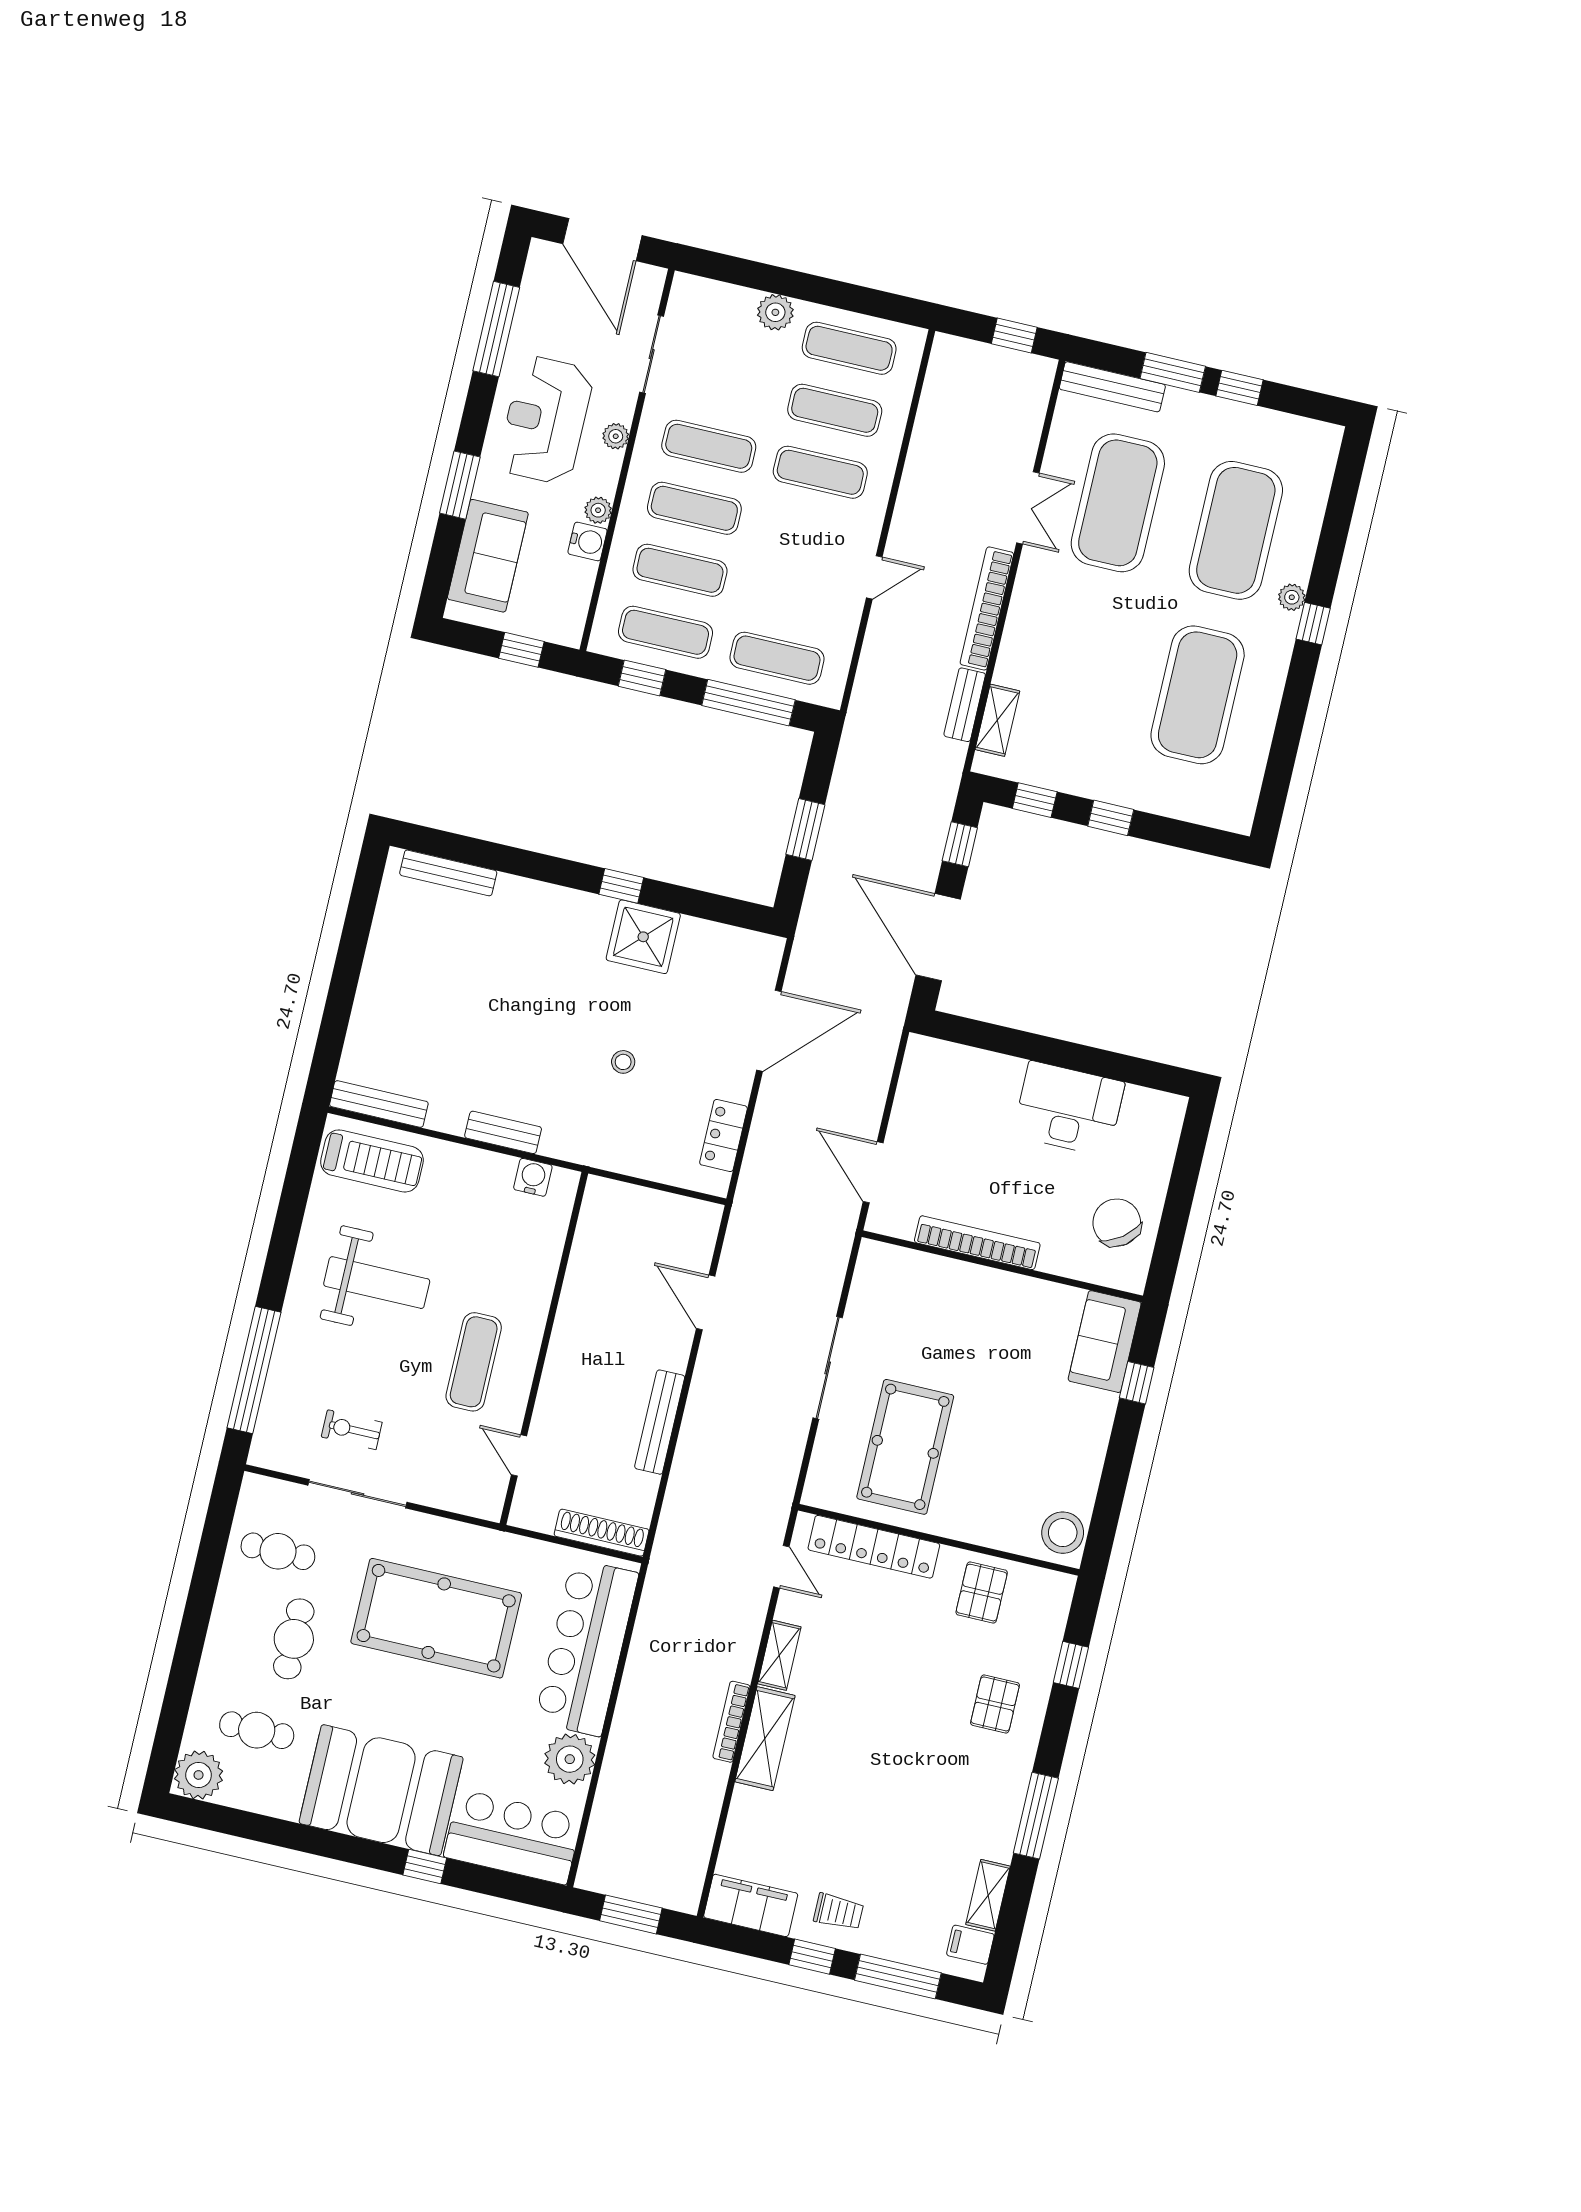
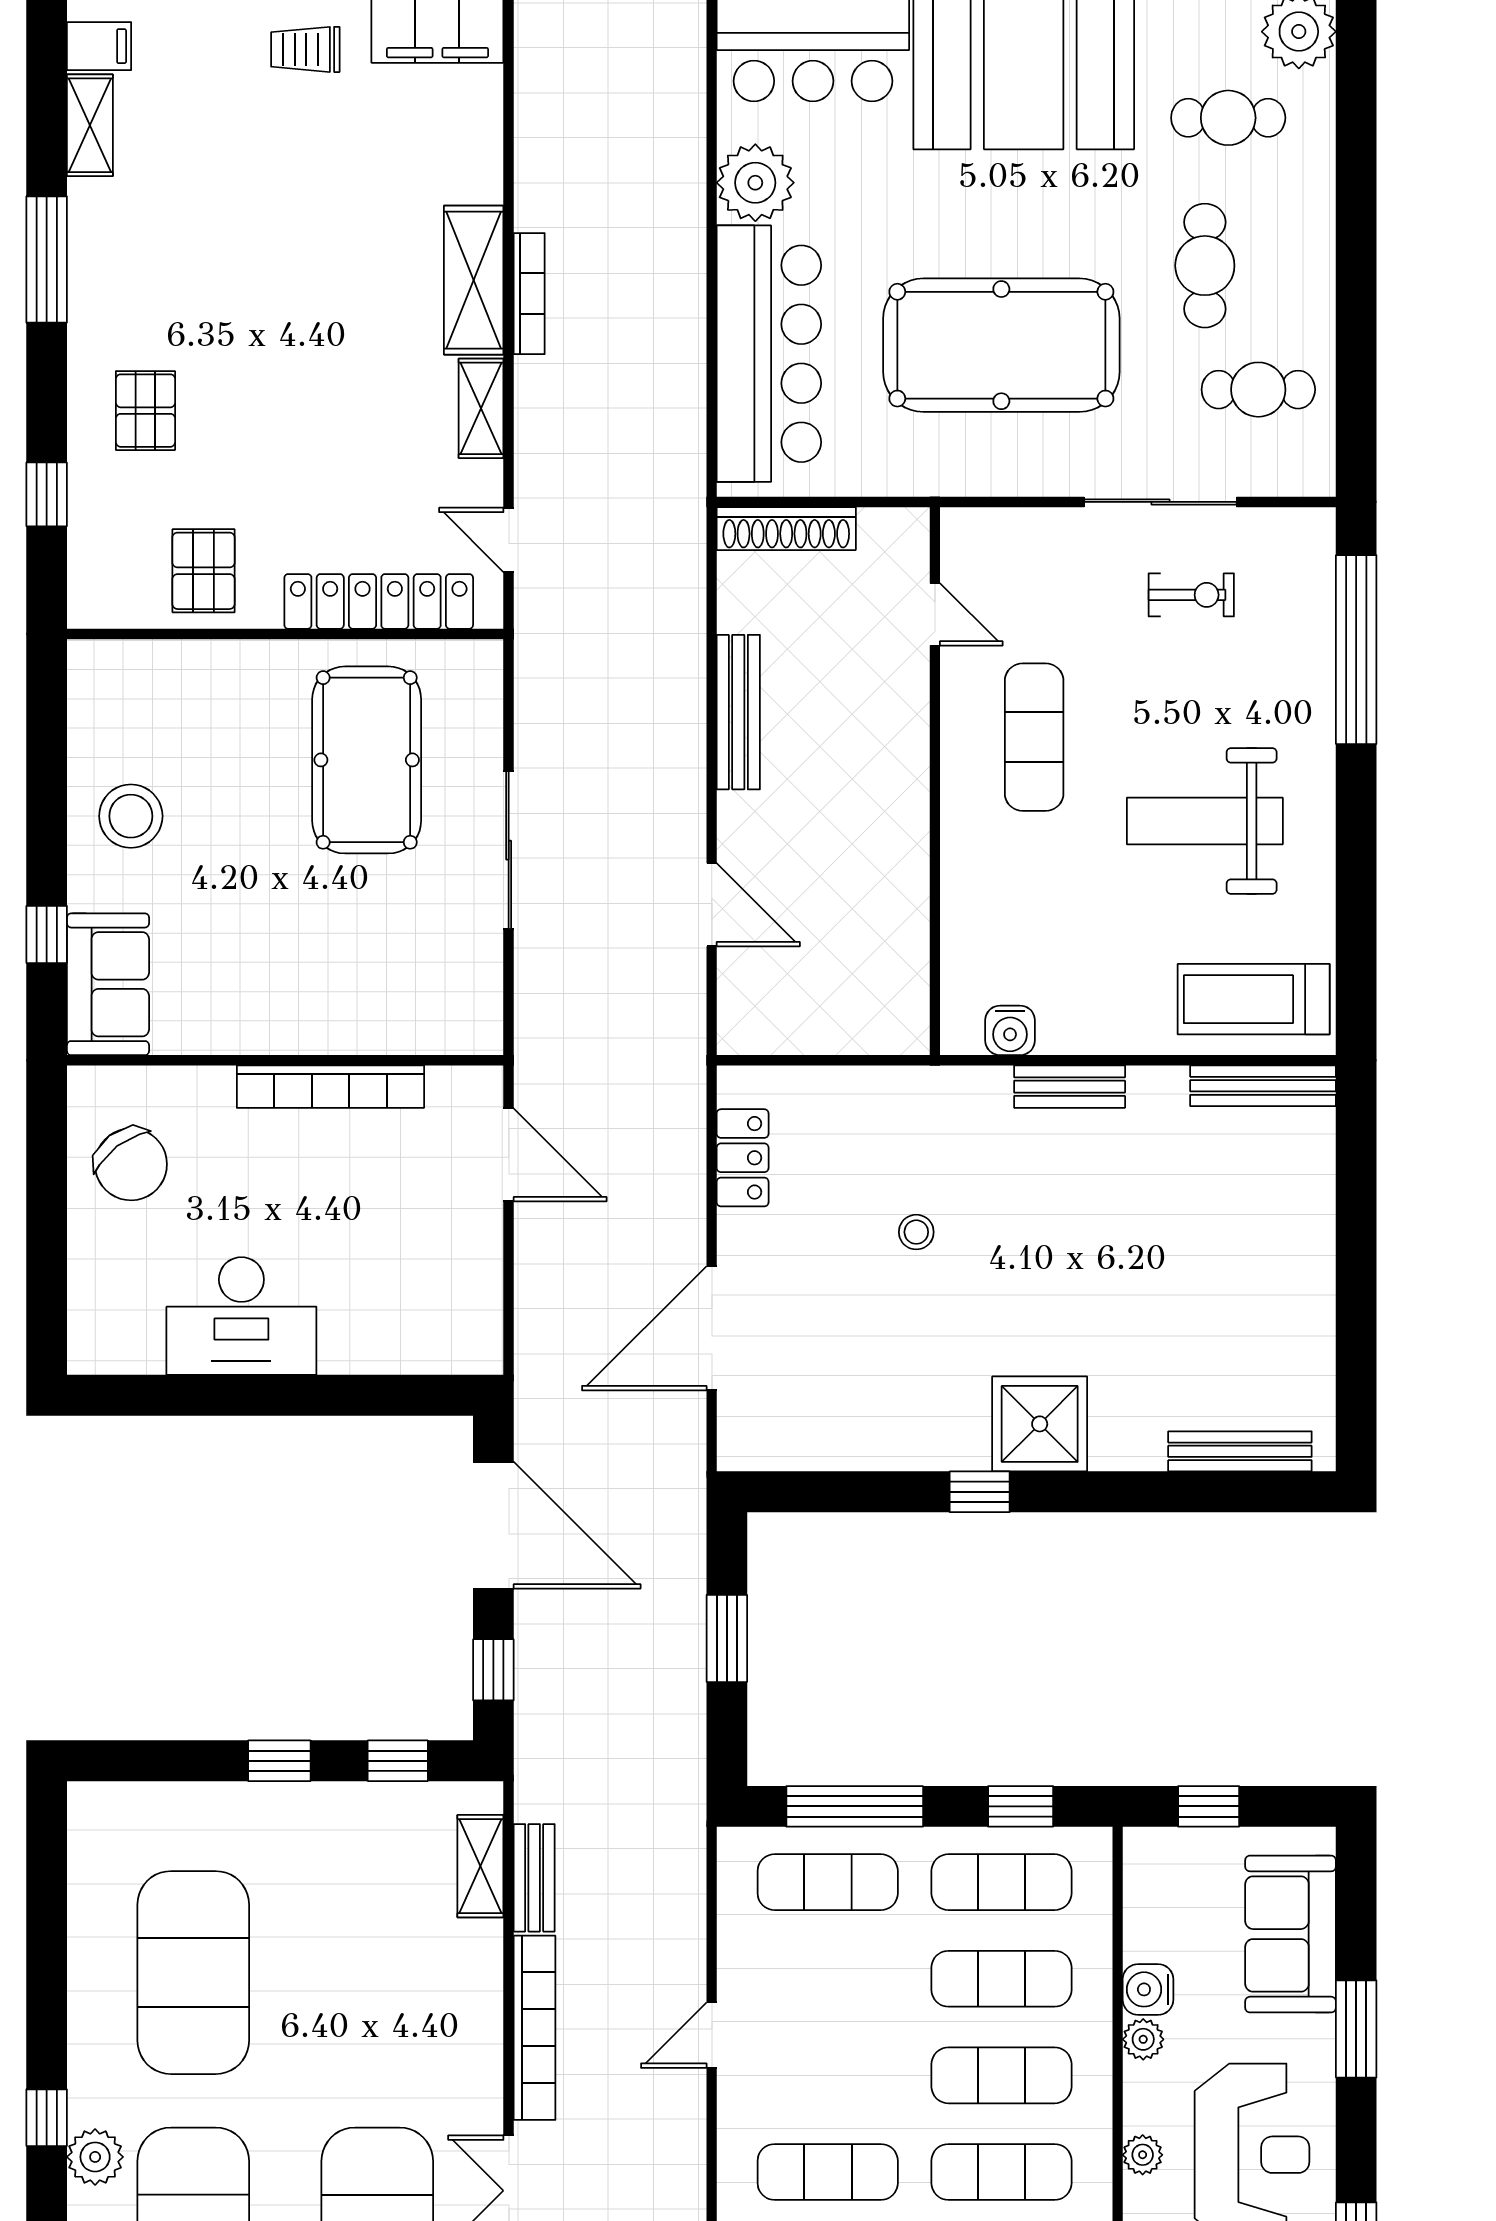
plant: (1292, 597) -> (95, 2157), width x1.38, depth x1.38
shower: (643, 937) -> (1040, 1424), moved
stool: (1063, 1533) -> (131, 816), moved

